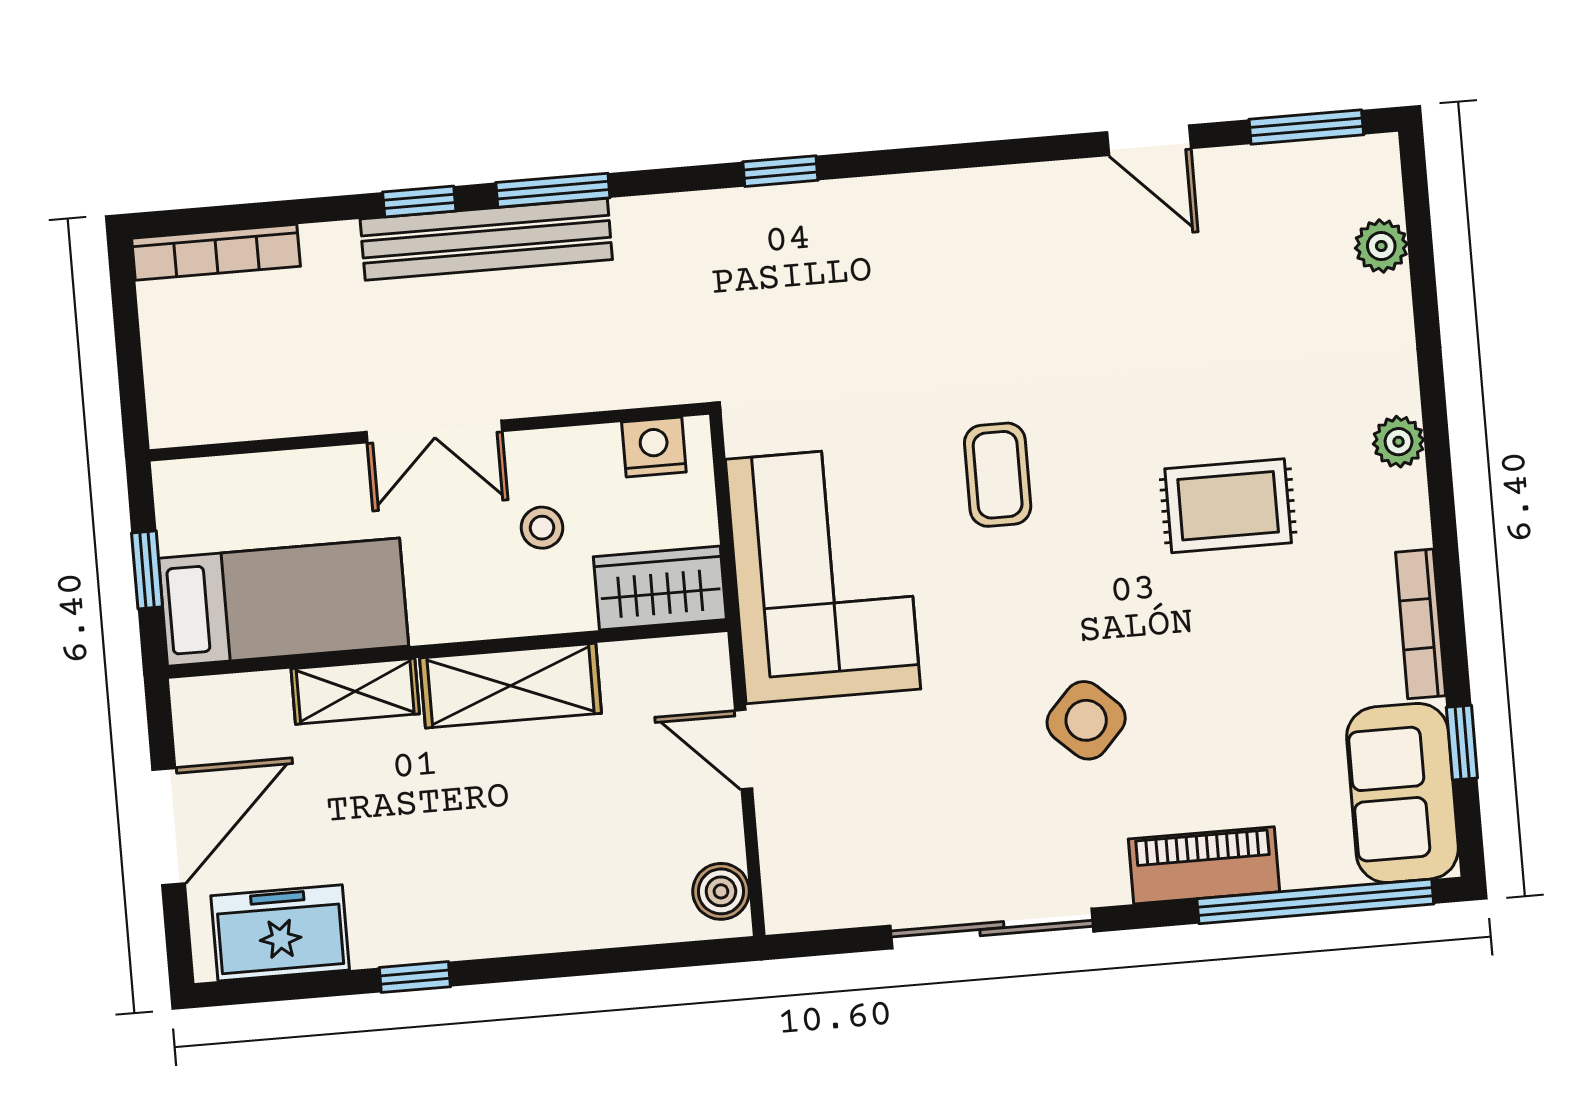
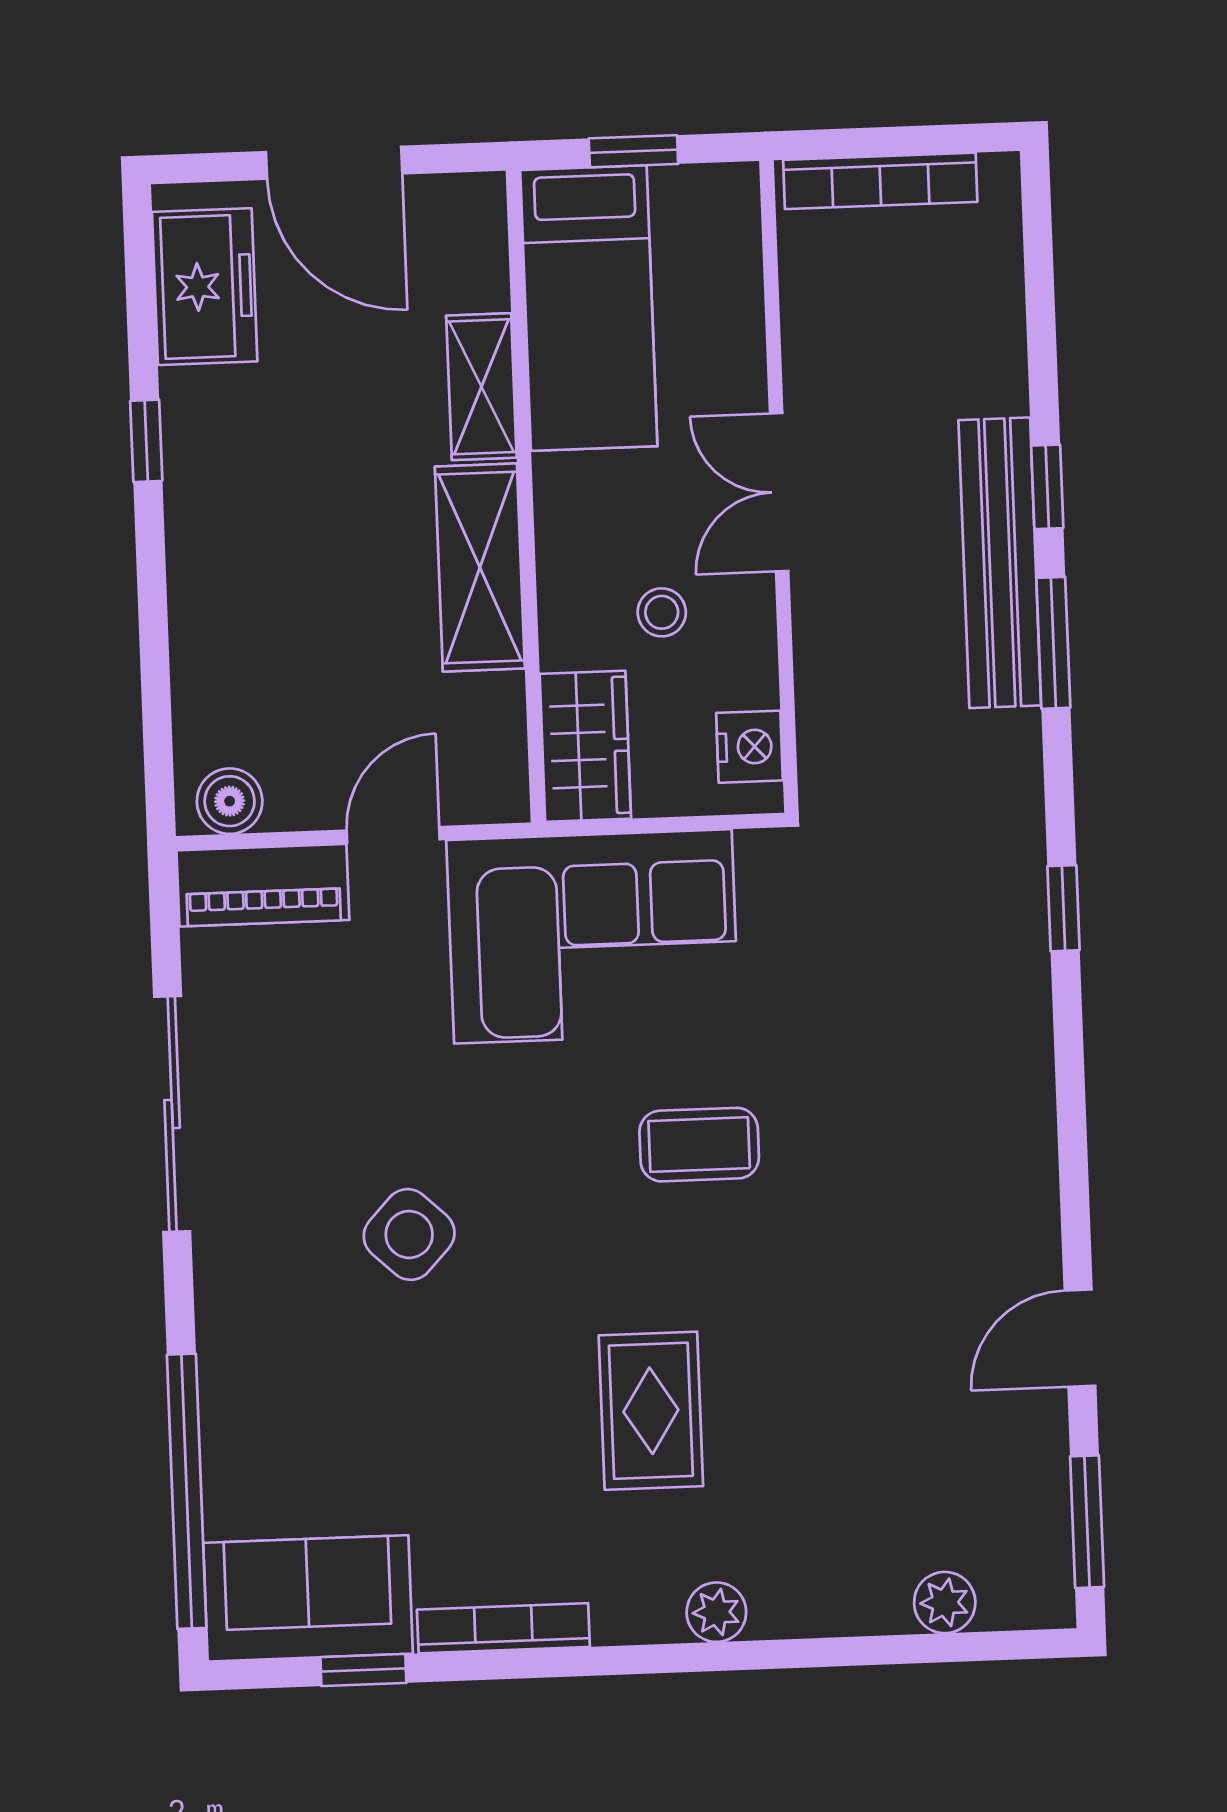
bookcase: (216, 252) -> (880, 181), moved, turned -90
piano: (1204, 865) -> (263, 885), moved, turned 90

